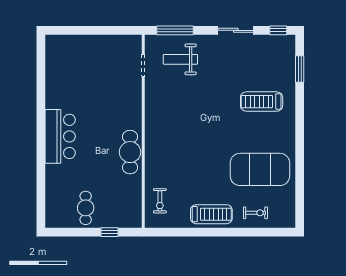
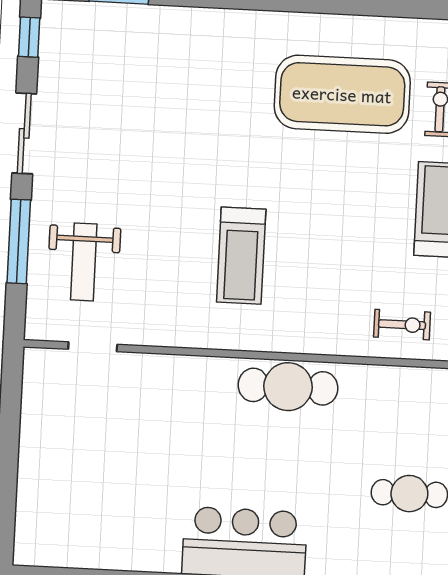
window: (175, 30) -> (19, 241), moved
treadmill: (262, 102) -> (241, 256), moved
exercise mat: (260, 169) -> (342, 94), turned 90

